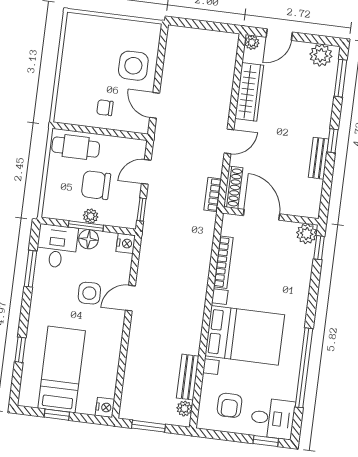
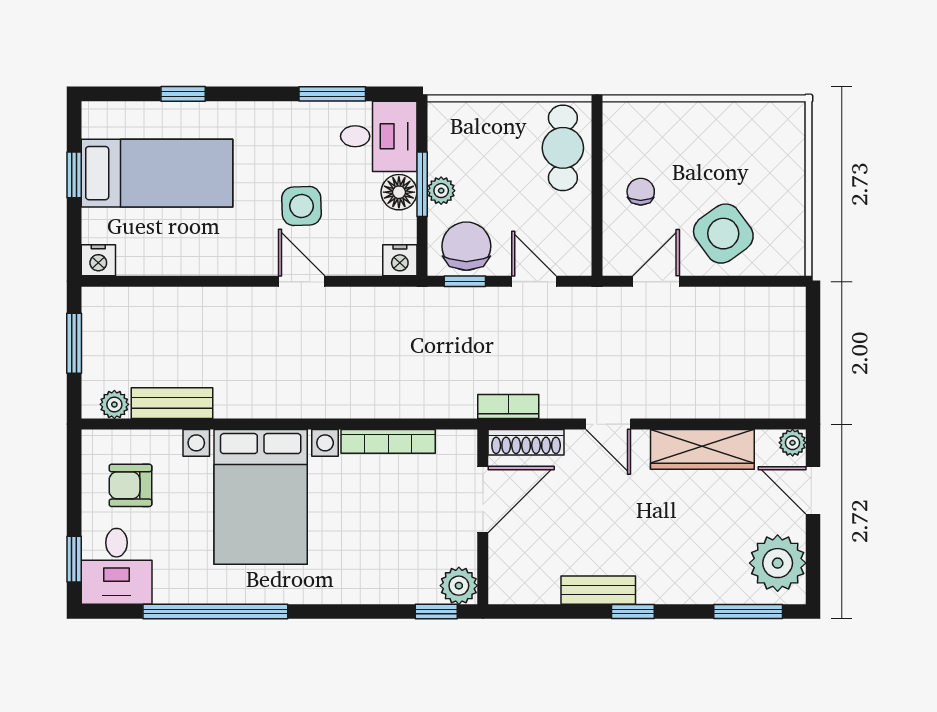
plant: (321, 55) -> (778, 563), width x1.36, depth x1.36
side table: (133, 66) -> (723, 234), turned -36
chair: (96, 185) -> (466, 246), moved

